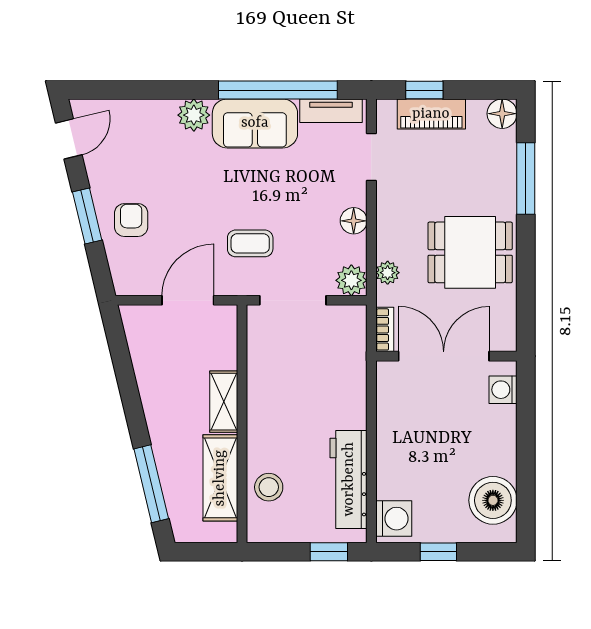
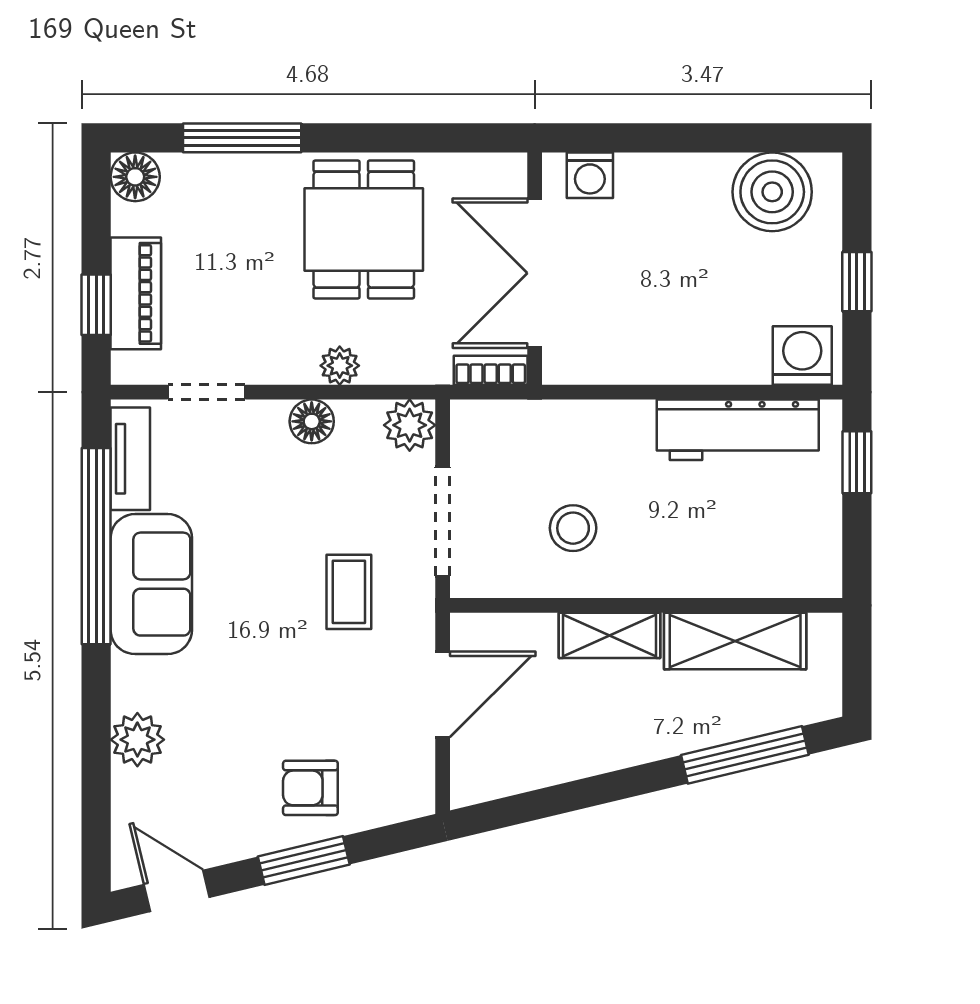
plant: (194, 115) -> (137, 740), moved
plant: (388, 273) -> (340, 366), moved
door: (188, 300) -> (443, 694), swing flipped
stool: (269, 487) -> (573, 528), moved

